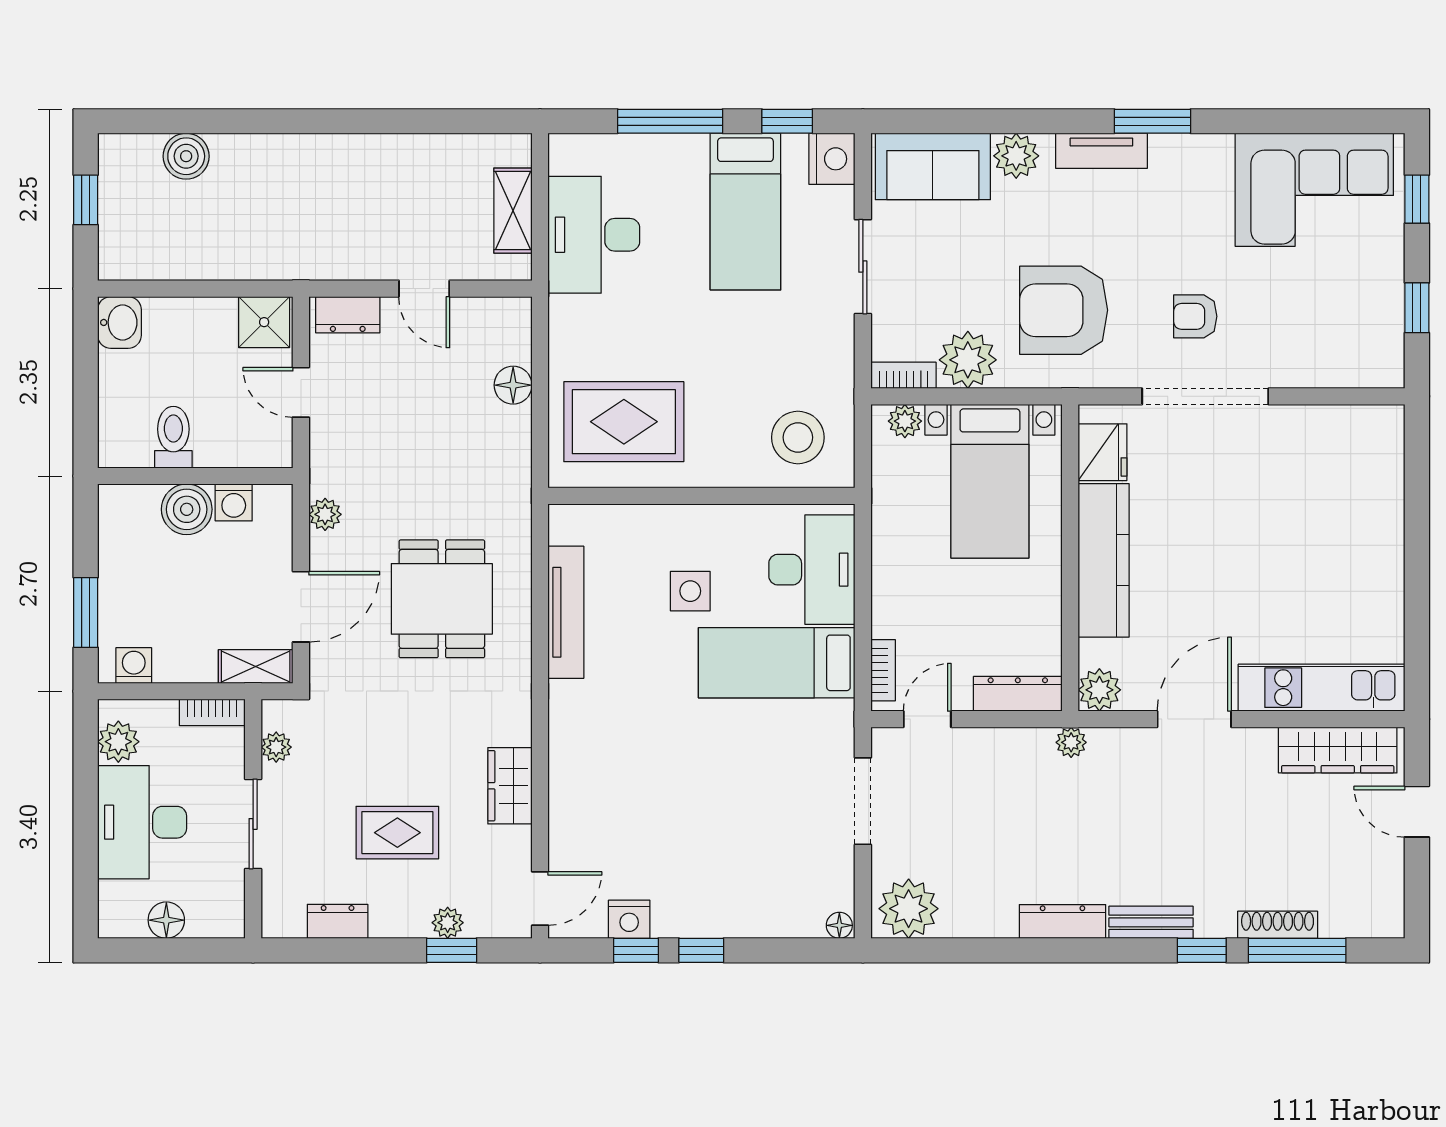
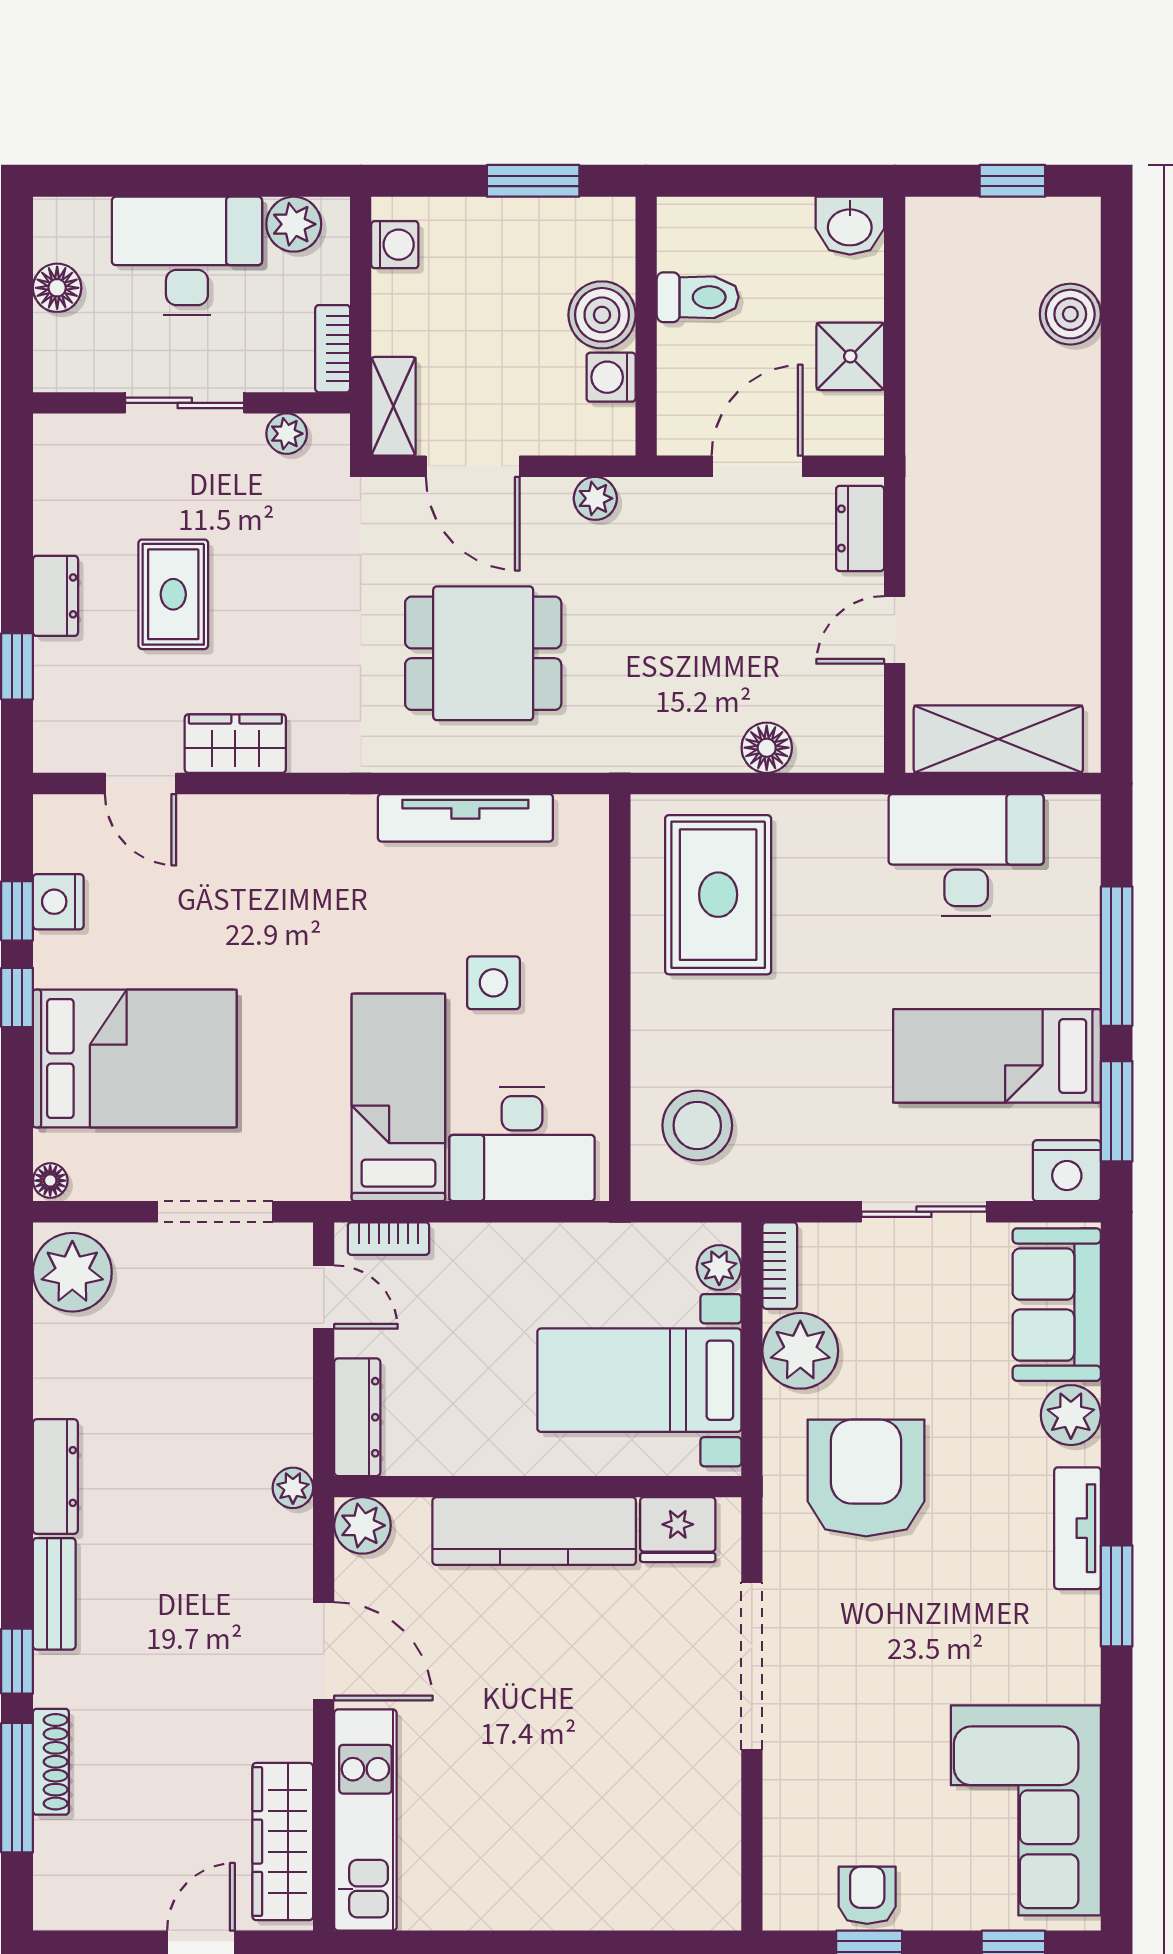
window: (787, 121) -> (1117, 1111), width x1.50
shelving: (513, 211) -> (998, 739), width x1.50, depth x1.33
armchair: (1195, 316) -> (867, 1895), moved
shower: (264, 322) -> (850, 356), moved
door: (301, 392) -> (757, 466), width x1.38
window: (86, 612) -> (533, 181), moved
bed: (747, 862) -> (135, 1058), added
door: (540, 899) -> (141, 783), moved
dresser: (338, 921) -> (55, 596), moved
plant: (448, 923) -> (54, 661), removed

